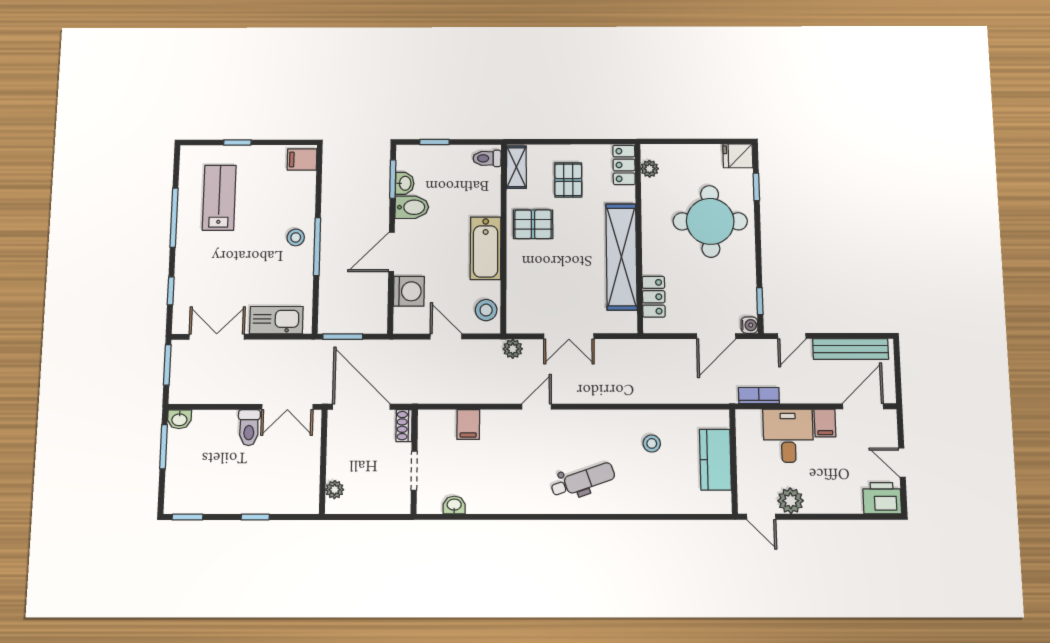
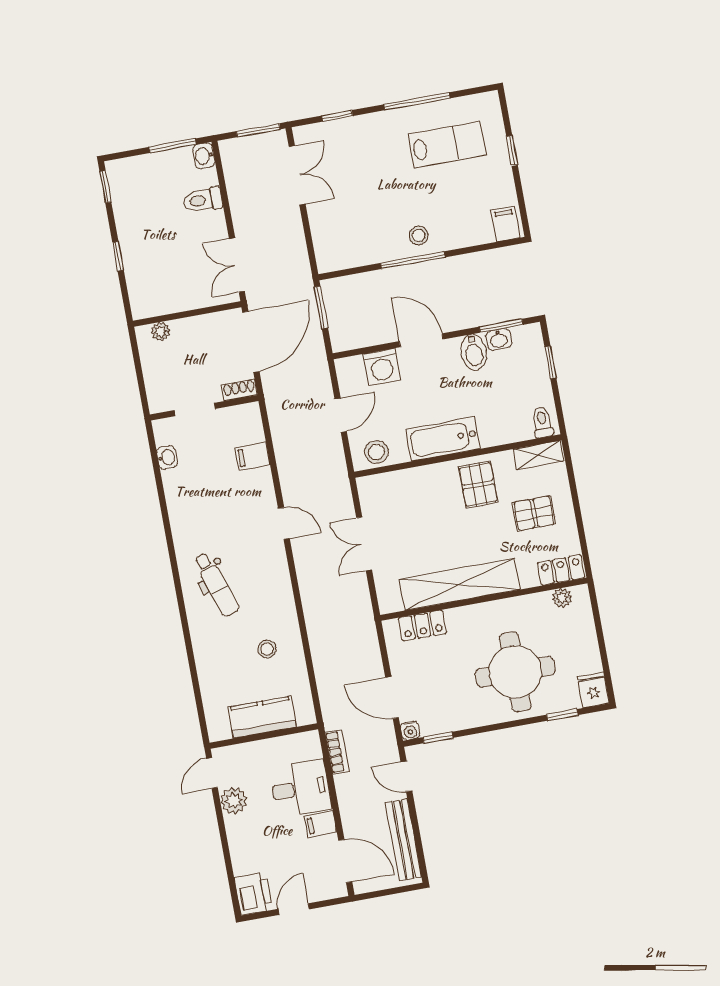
kitchen sink: (276, 320) -> (326, 234), removed
plant: (513, 349) -> (340, 488), removed
toilet: (249, 428) -> (203, 200), moved

